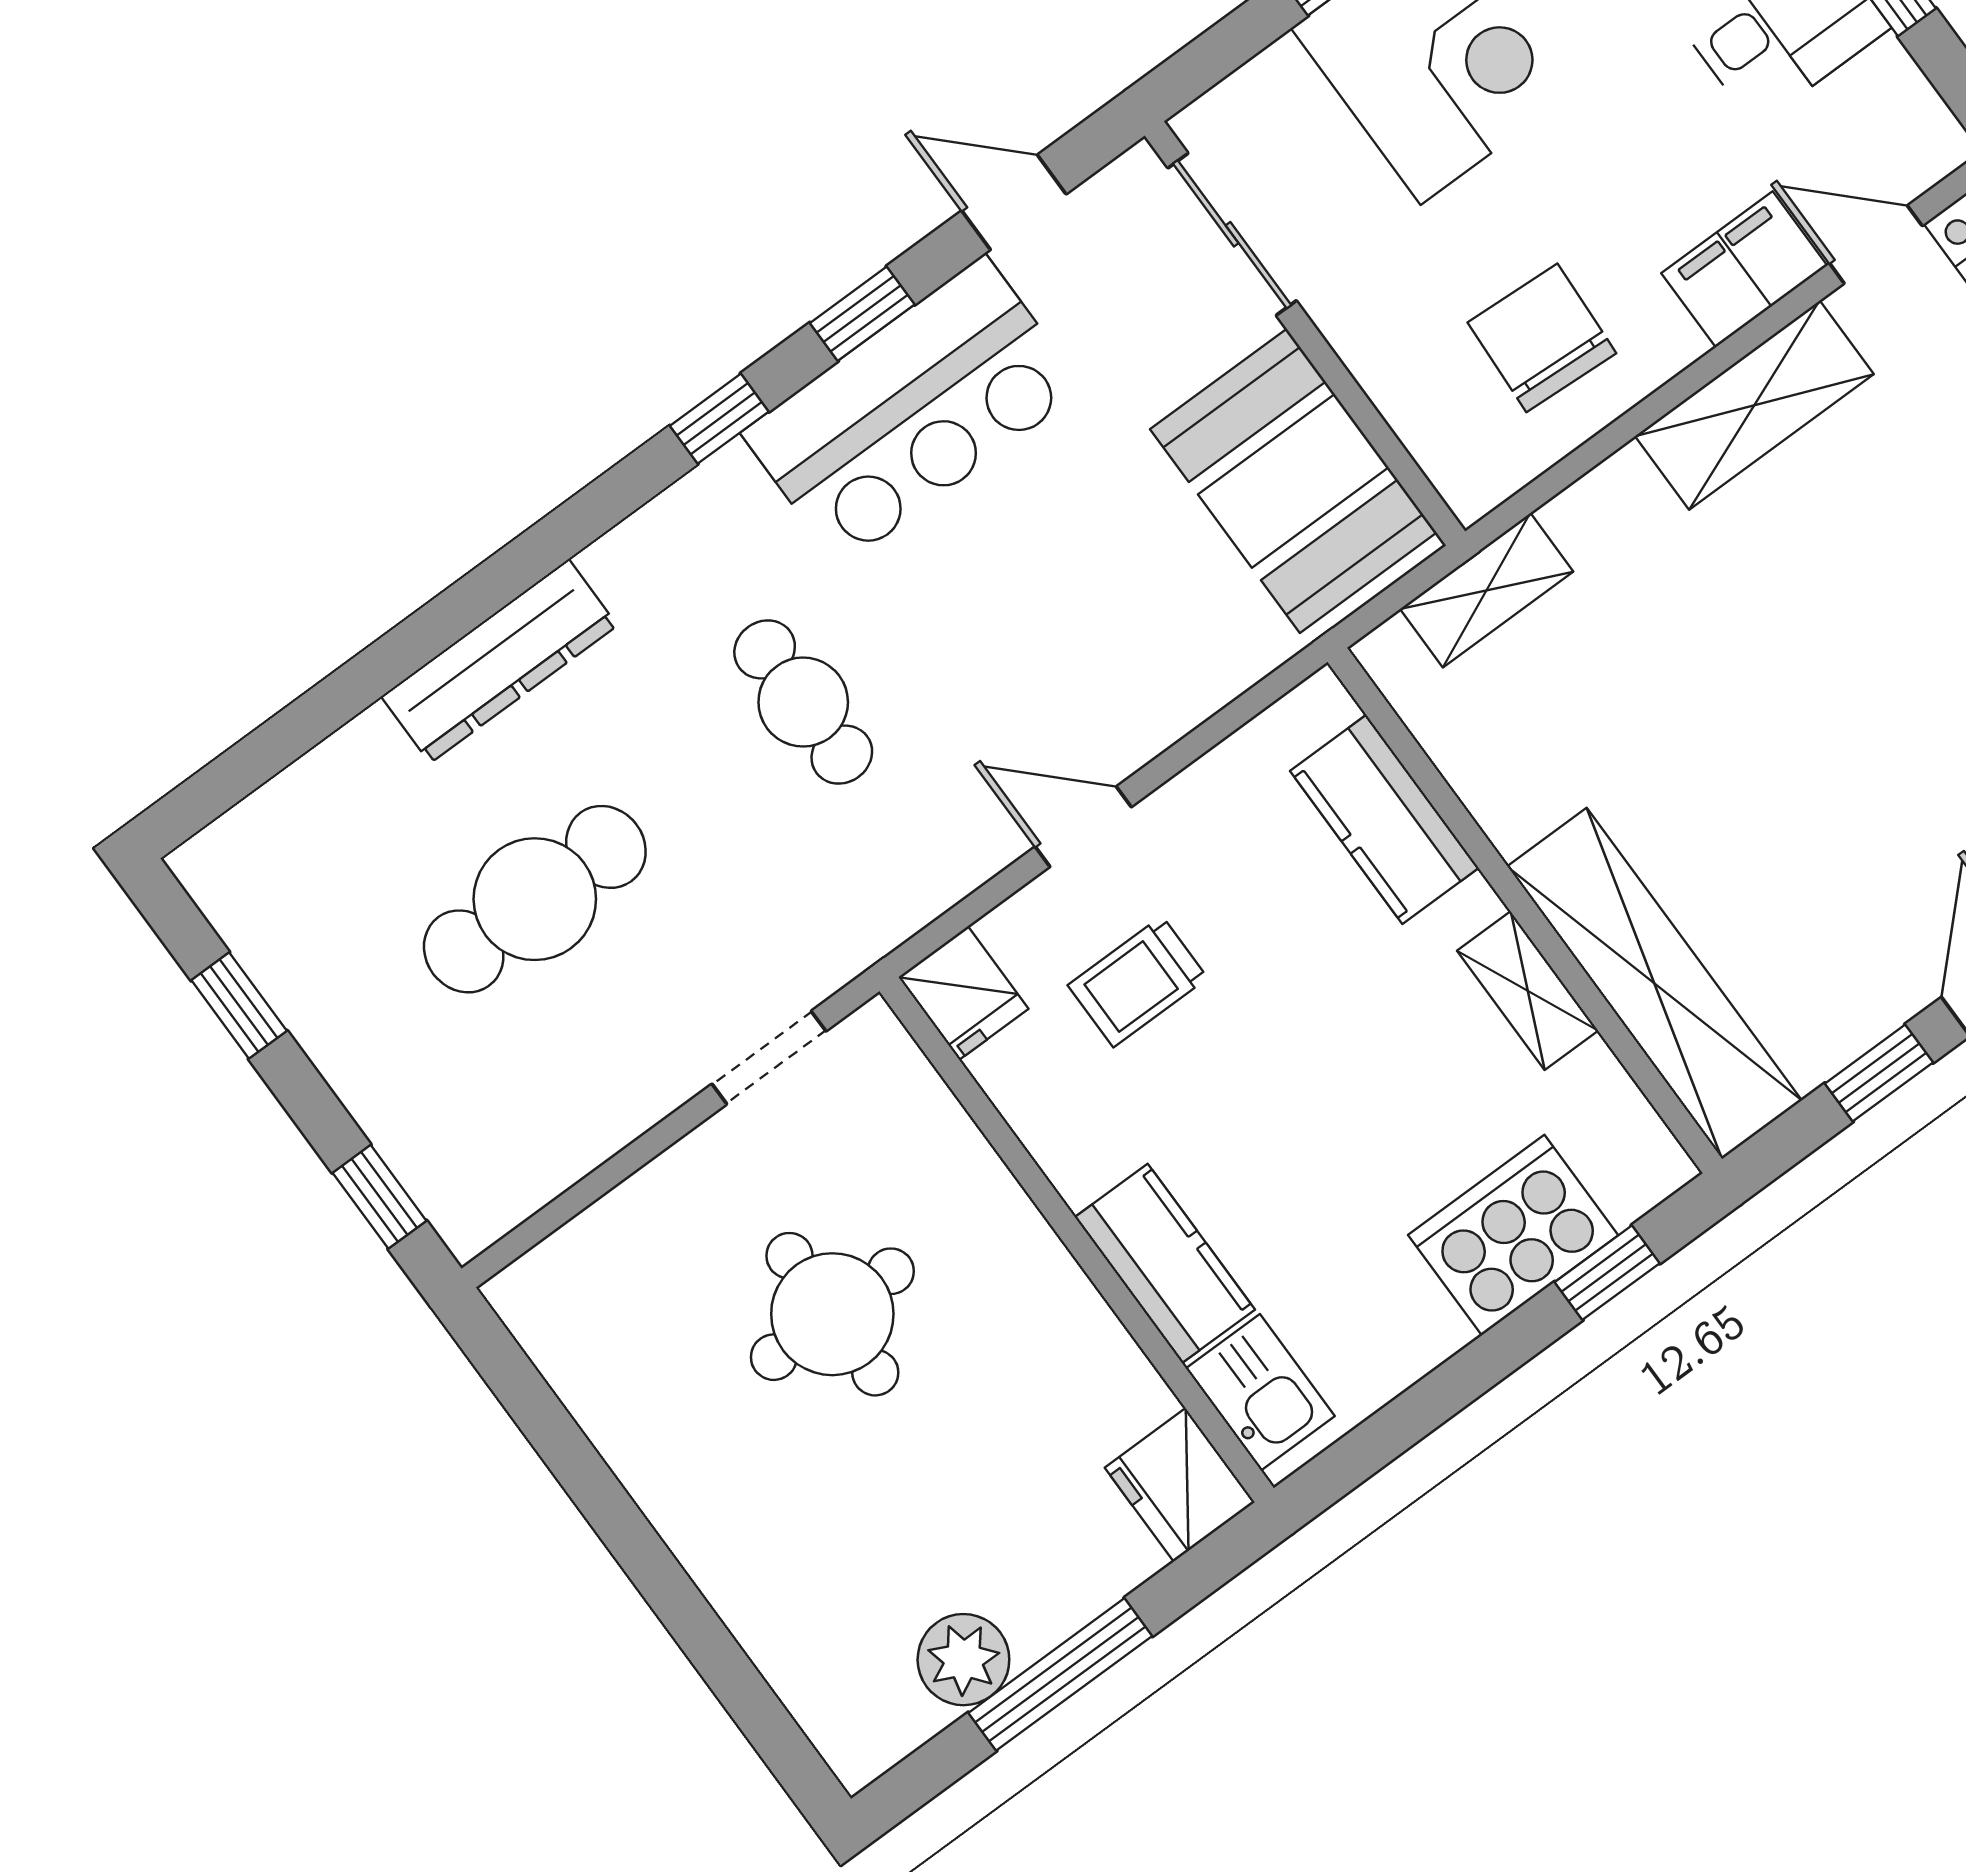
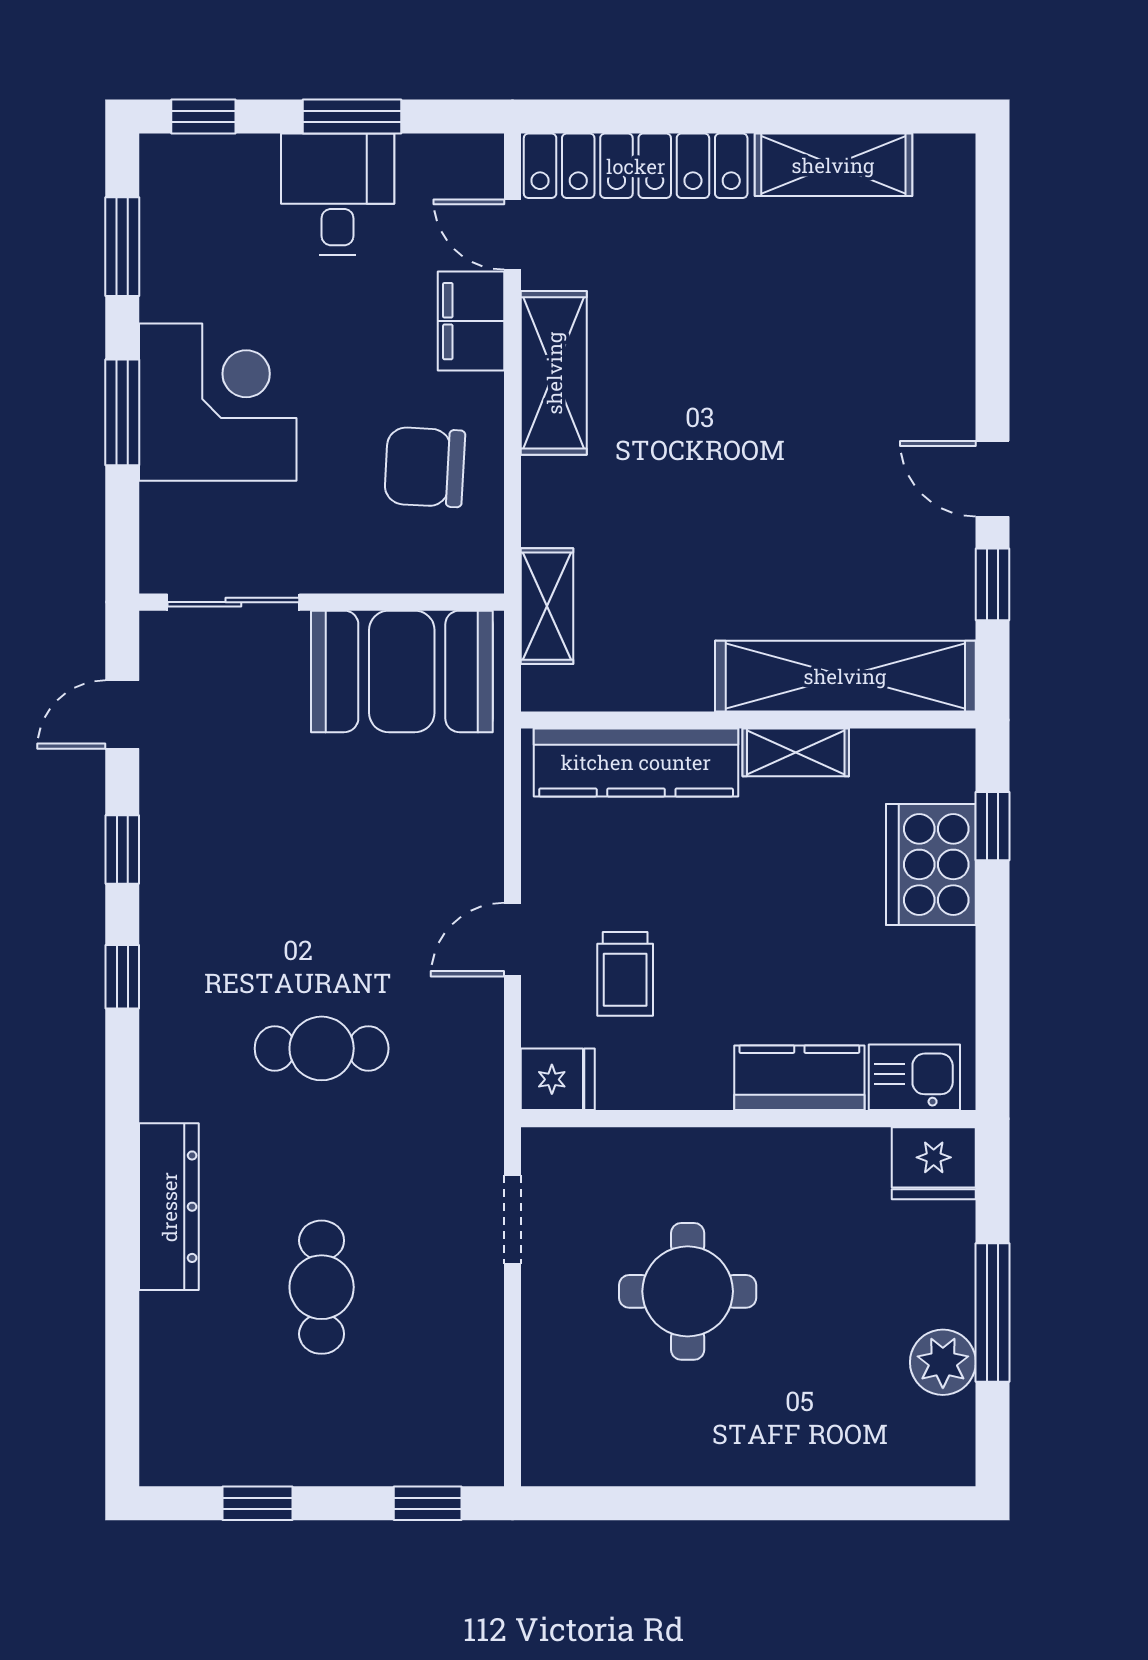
door: (1876, 244) -> (512, 234), hinge flipped
bar counter: (912, 411) -> (200, 862), removed
kitchen counter: (1384, 819) -> (636, 762), width x1.50
cafe table: (535, 899) -> (322, 1287), width x0.73, depth x0.74

